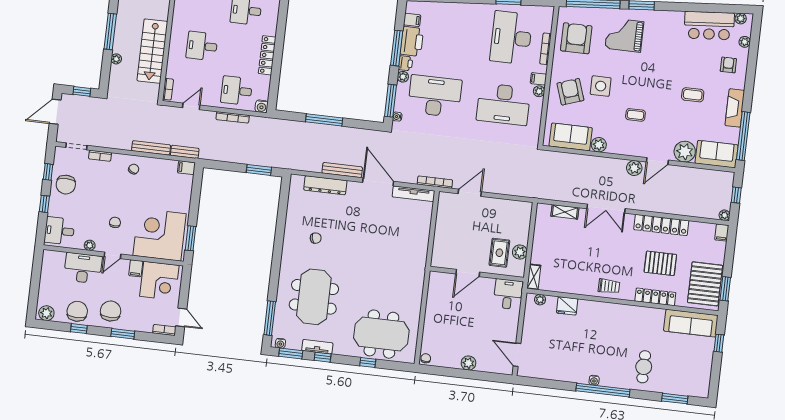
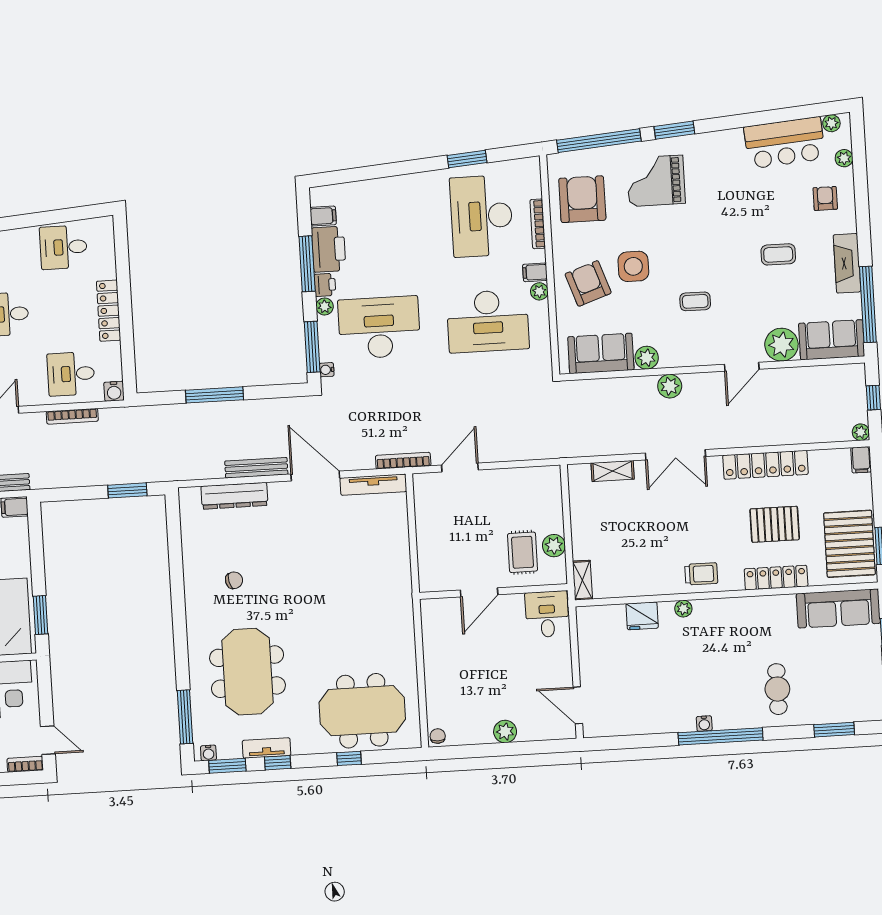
plant: (634, 168) -> (670, 386), moved
plant: (540, 300) -> (683, 609), moved

